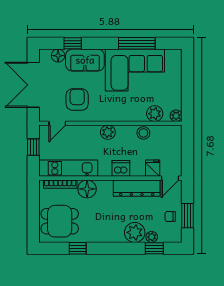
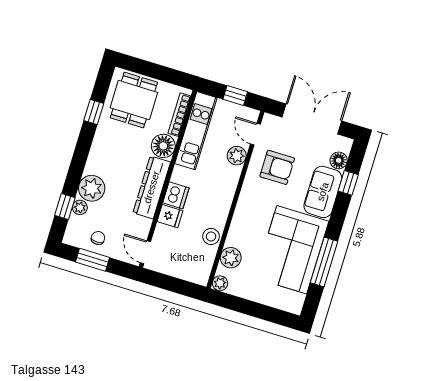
plant: (108, 132) -> (237, 156), moved
fridge: (153, 168) -> (170, 216), moved
dresser: (137, 188) -> (152, 187), moved

